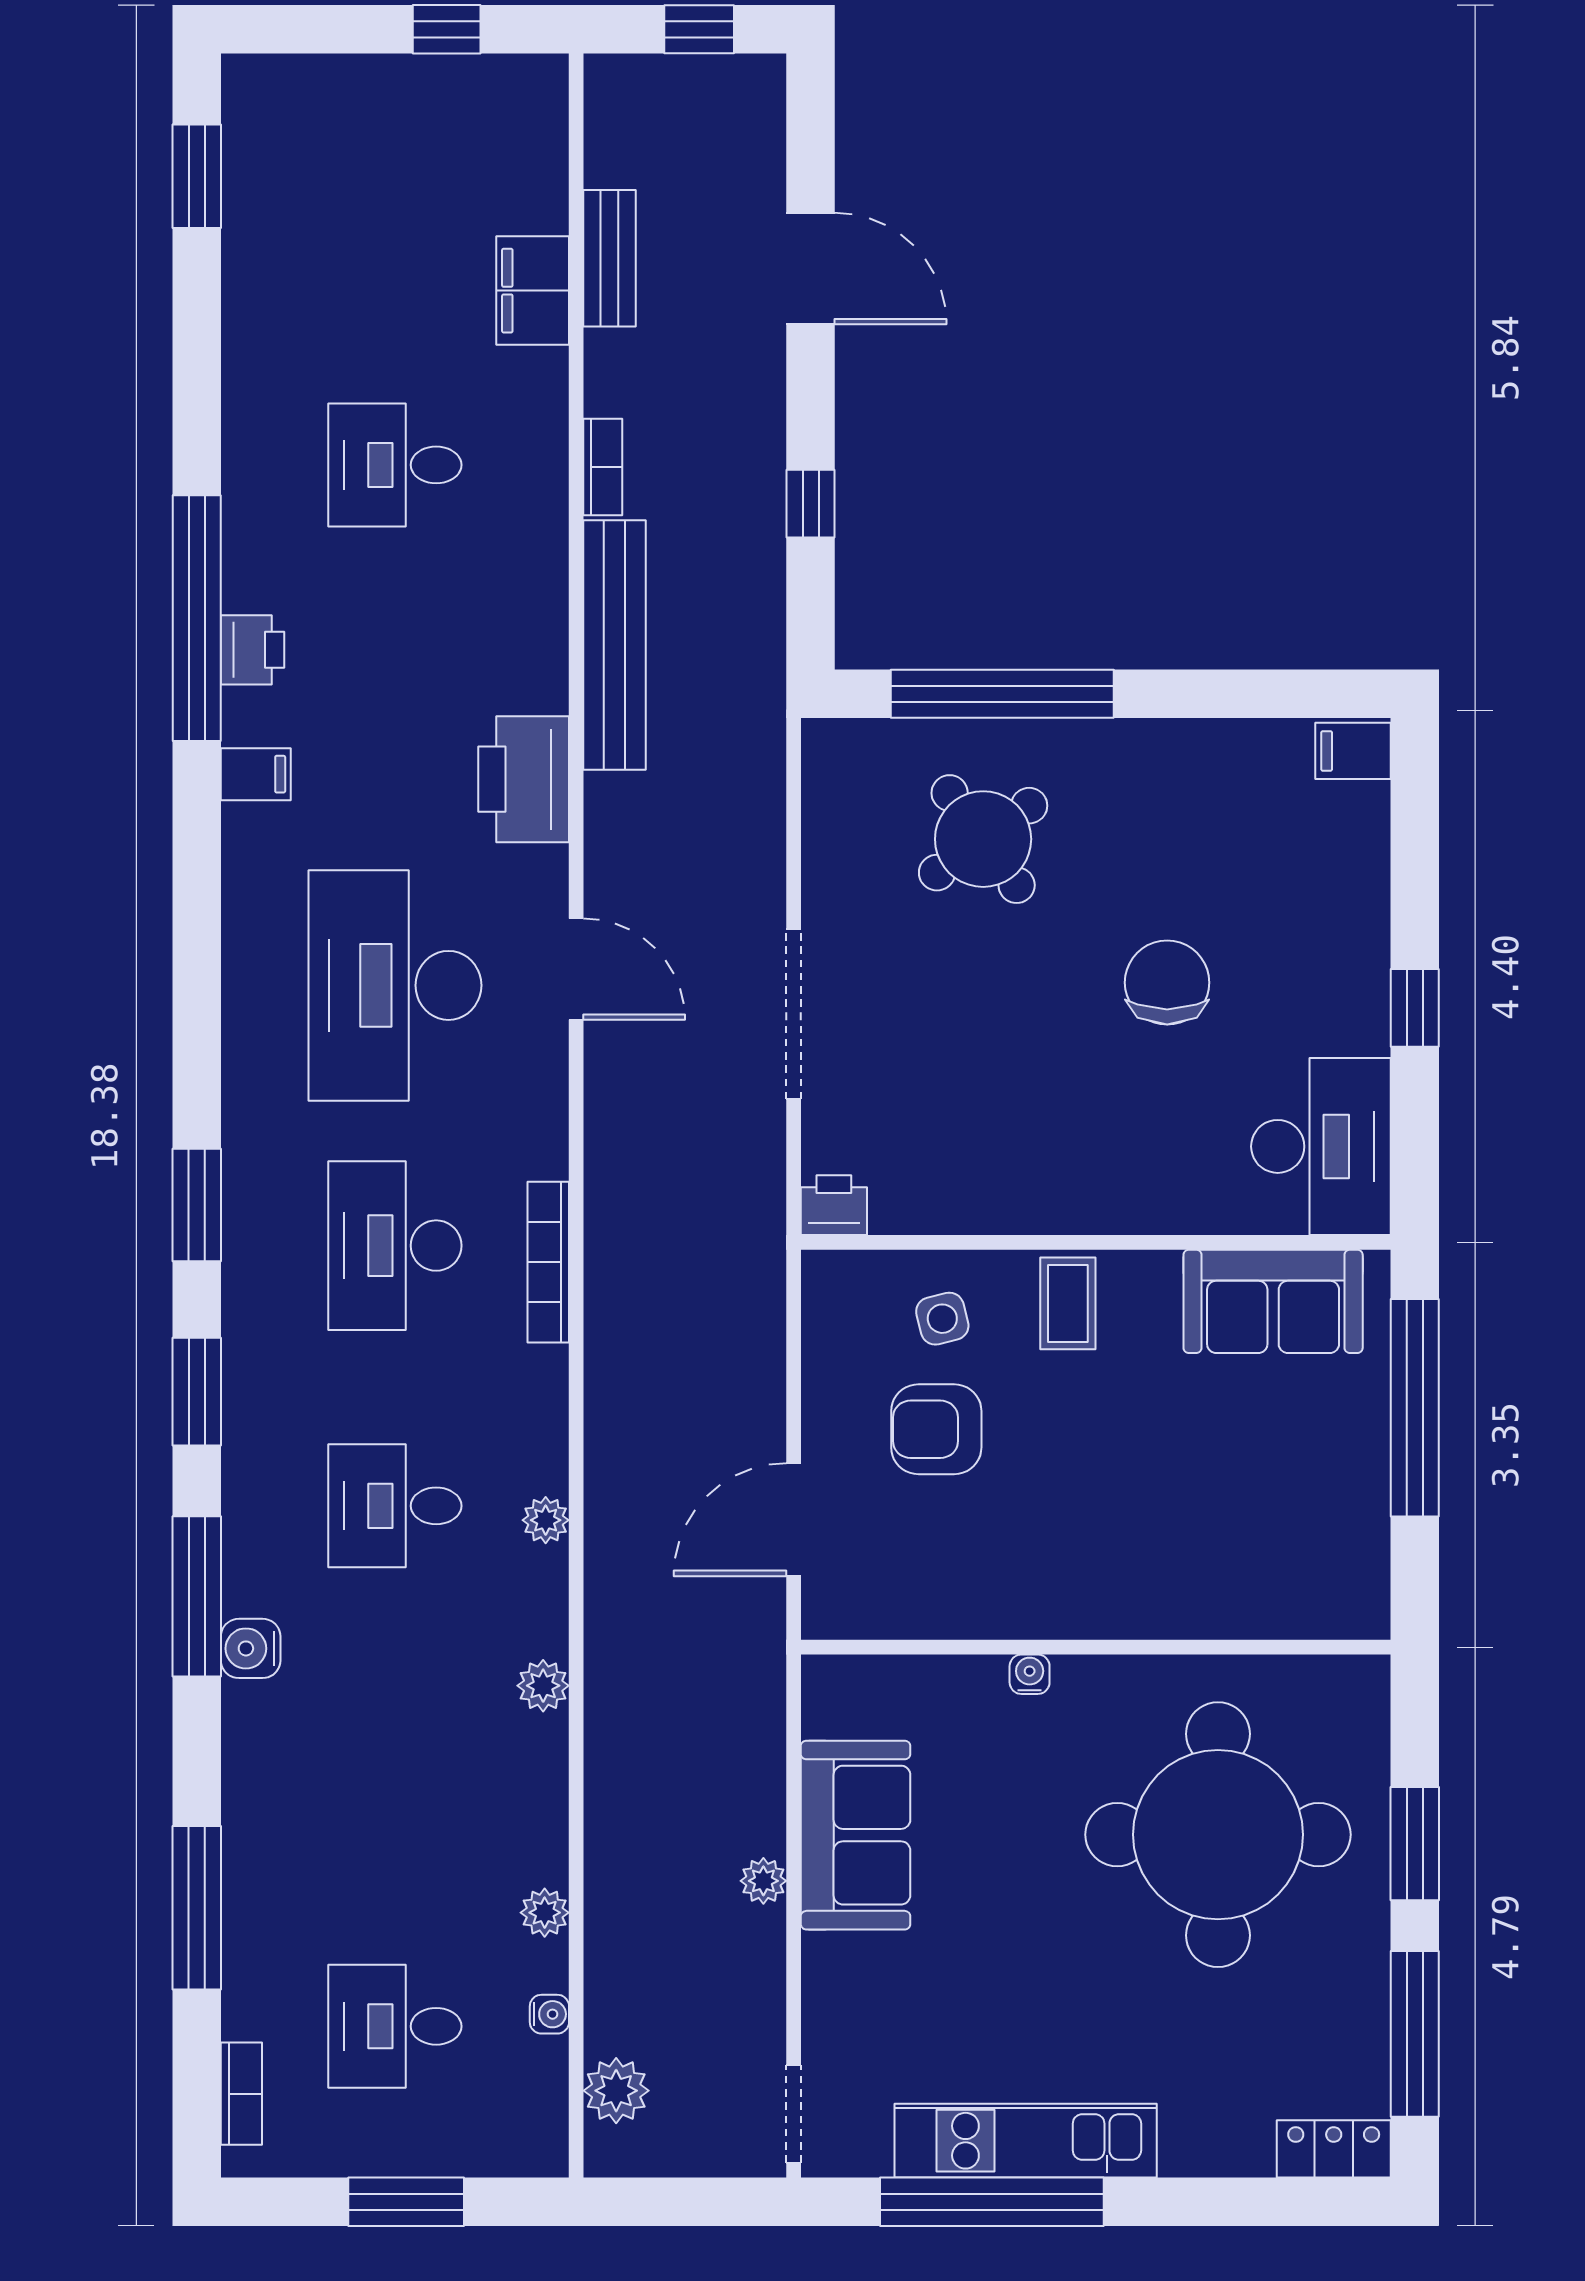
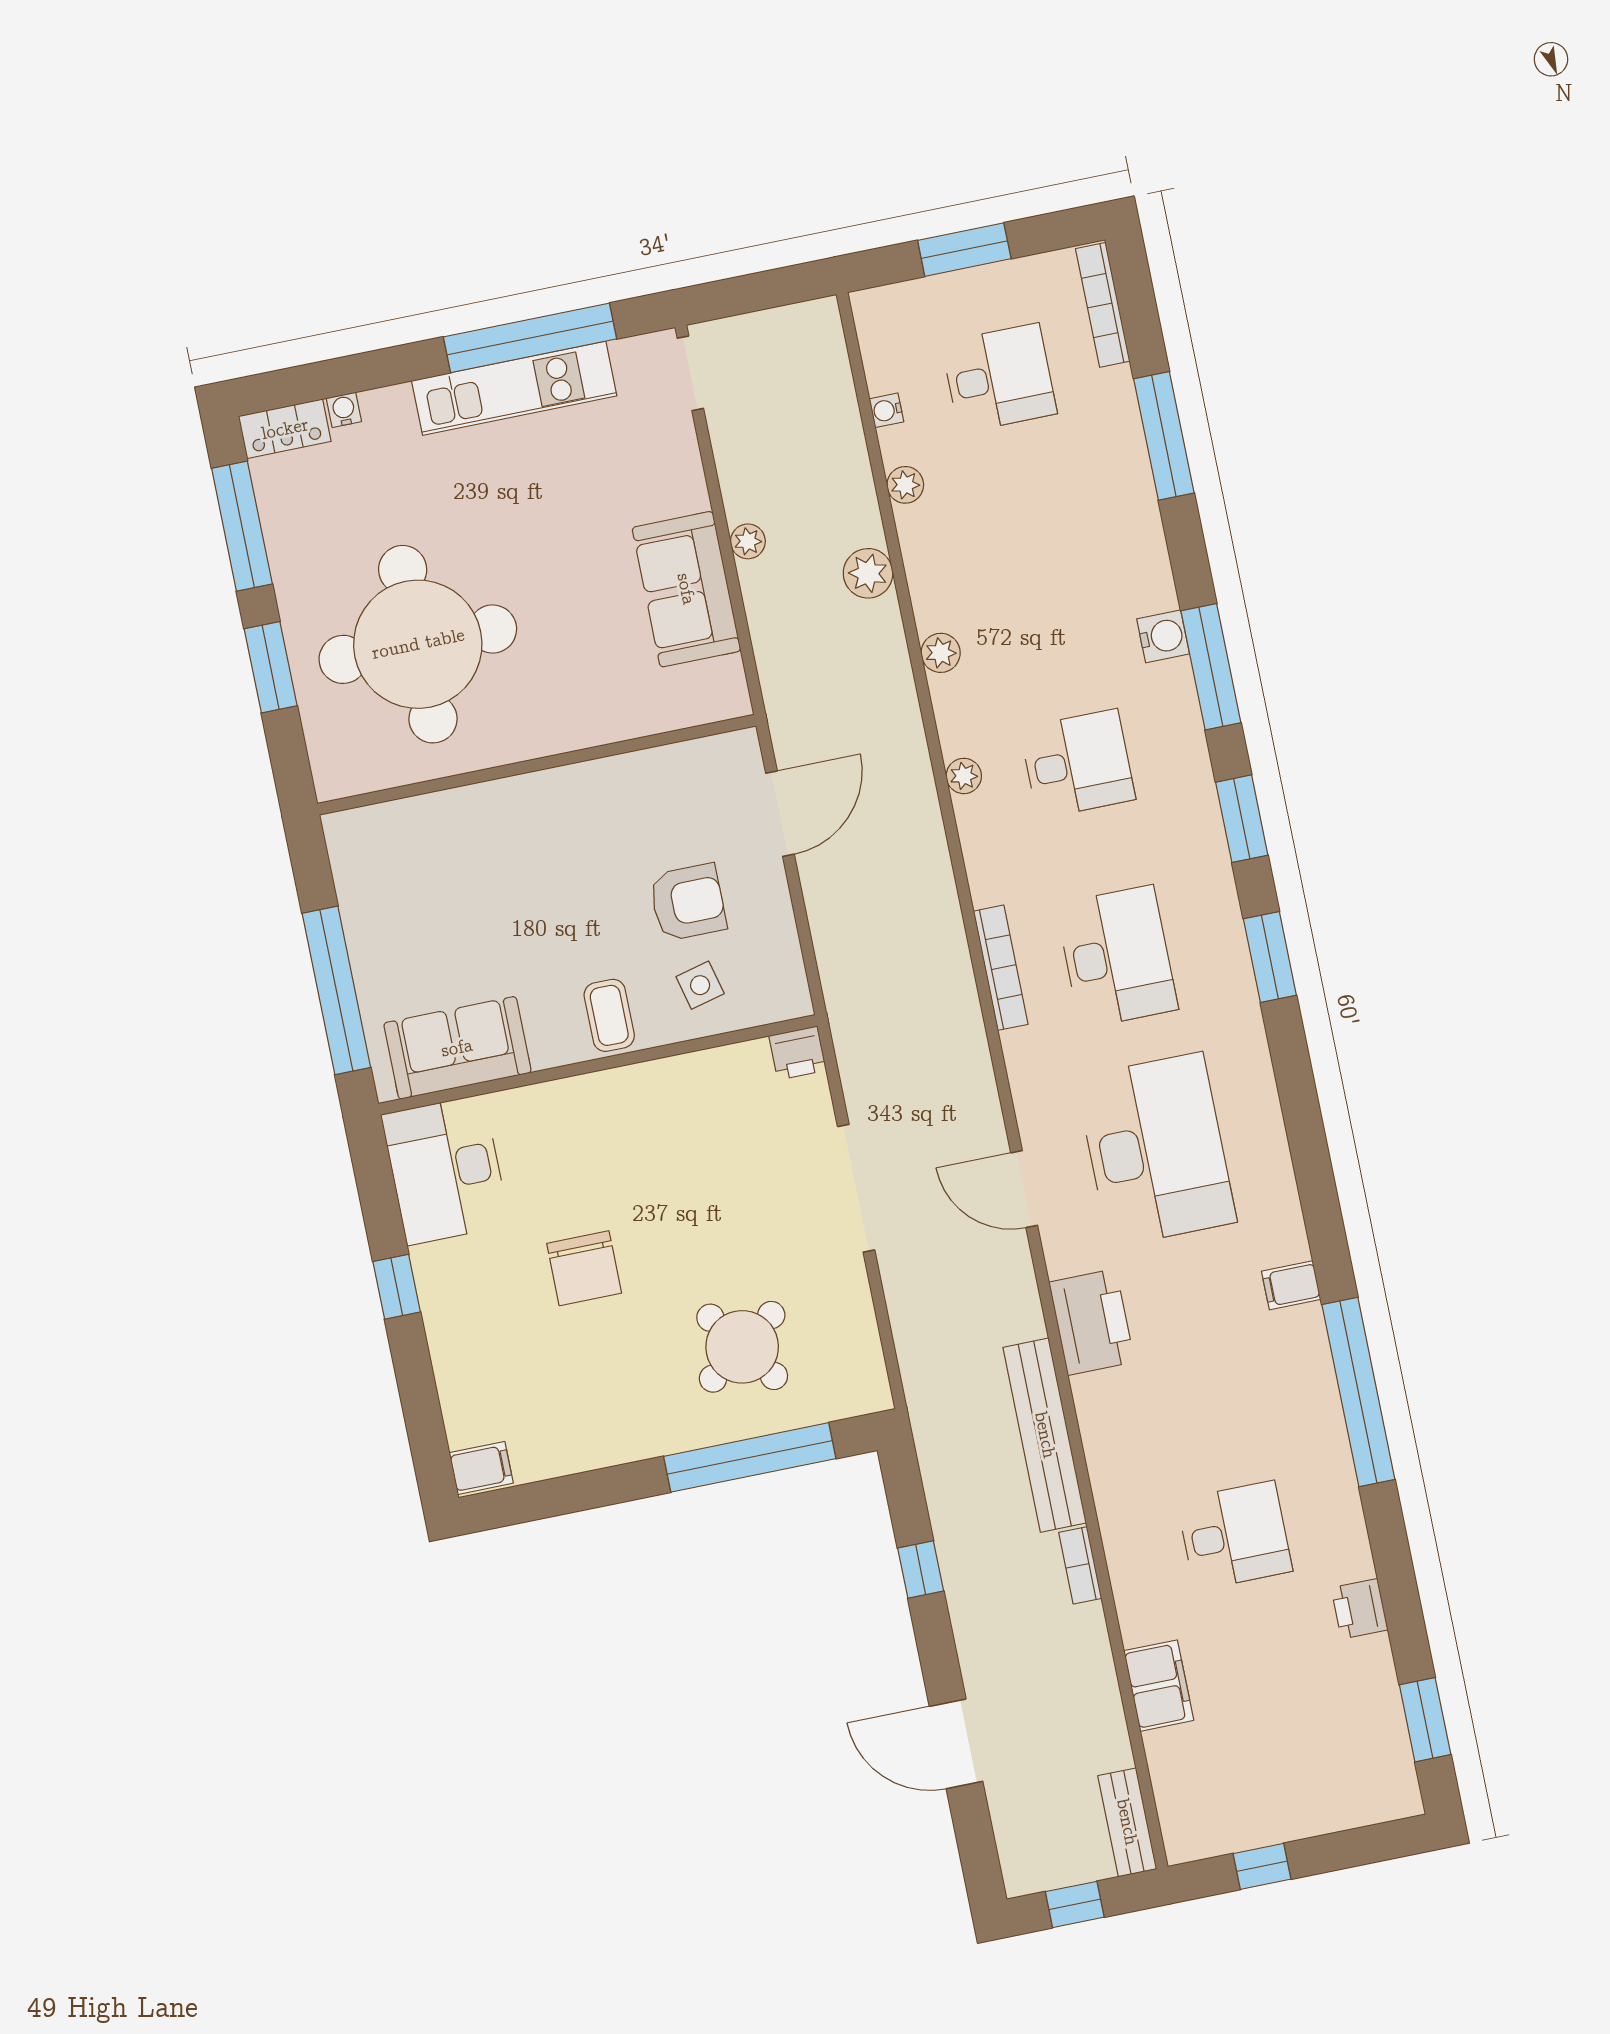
bench: (609, 258) -> (1127, 1822), moved
printer: (253, 650) -> (1359, 1609), moved
water cooler: (1030, 1674) -> (344, 410), moved, turned 180
plant: (616, 2091) -> (868, 573), moved
bookcase: (241, 2094) -> (1103, 305), width x1.56

